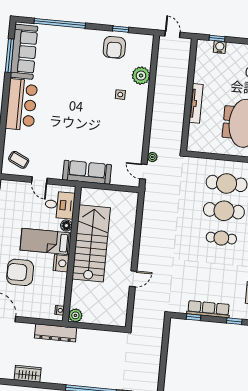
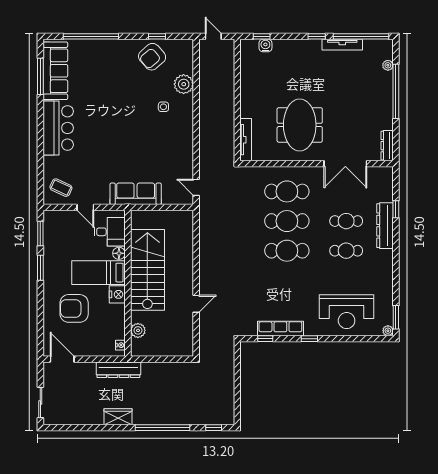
armchair: (114, 47) -> (152, 57), turned 49
tv unit: (196, 103) -> (246, 140), moved
plant: (152, 157) -> (204, 171), removed
cafe table: (221, 238) -> (287, 251), width x1.37, depth x1.35
plant: (75, 315) -> (138, 330), moved
wardrobe: (28, 374) -> (118, 417), moved

